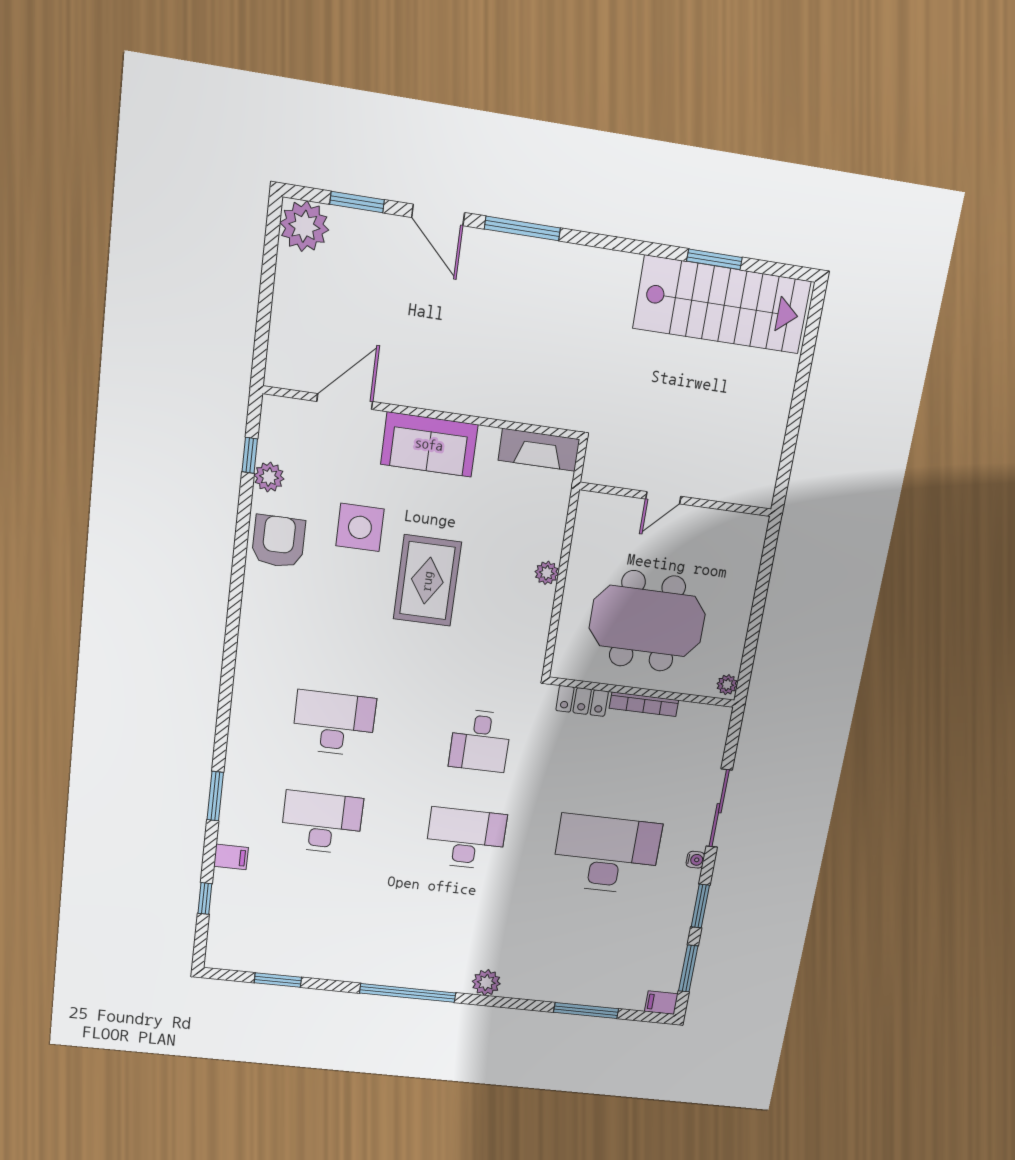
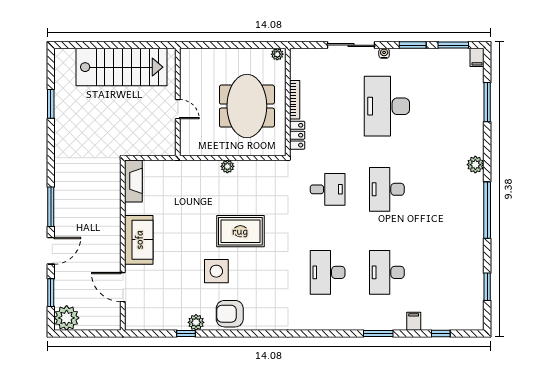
stairs: (722, 305) -> (121, 67), moved, turned 90
door: (345, 401) -> (123, 287), moved
wall: (423, 413) -> (123, 245), moved
sofa: (429, 444) -> (139, 240), moved
fireplace: (539, 450) -> (133, 181), moved

